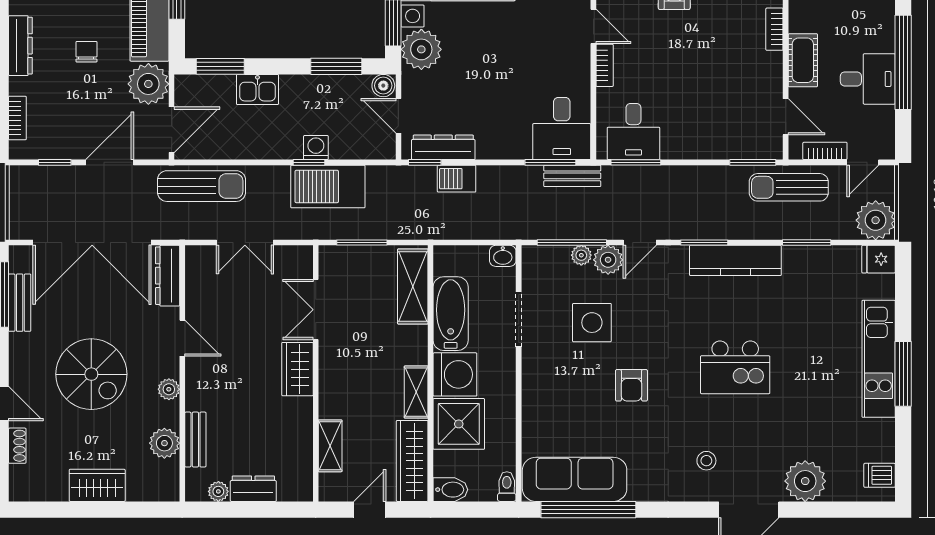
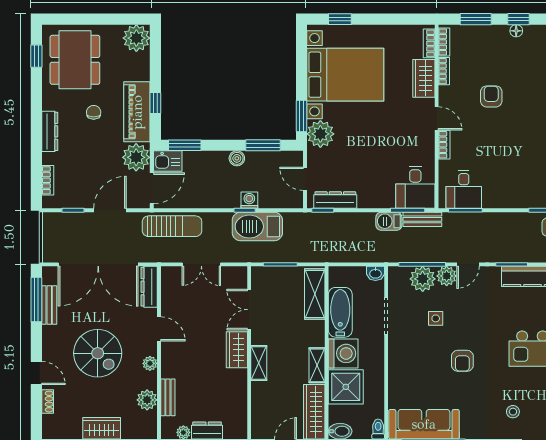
chair: (86, 52) -> (94, 112), moved
boiler: (383, 86) -> (237, 158), moved
kitchen sink: (257, 89) -> (168, 161), moved
barbecue: (457, 179) -> (389, 221), moved
plant: (581, 255) -> (423, 279), width x1.88, depth x1.88
side table: (592, 323) -> (436, 318), width x0.54, depth x0.54
shelving: (330, 446) -> (259, 363), moved

